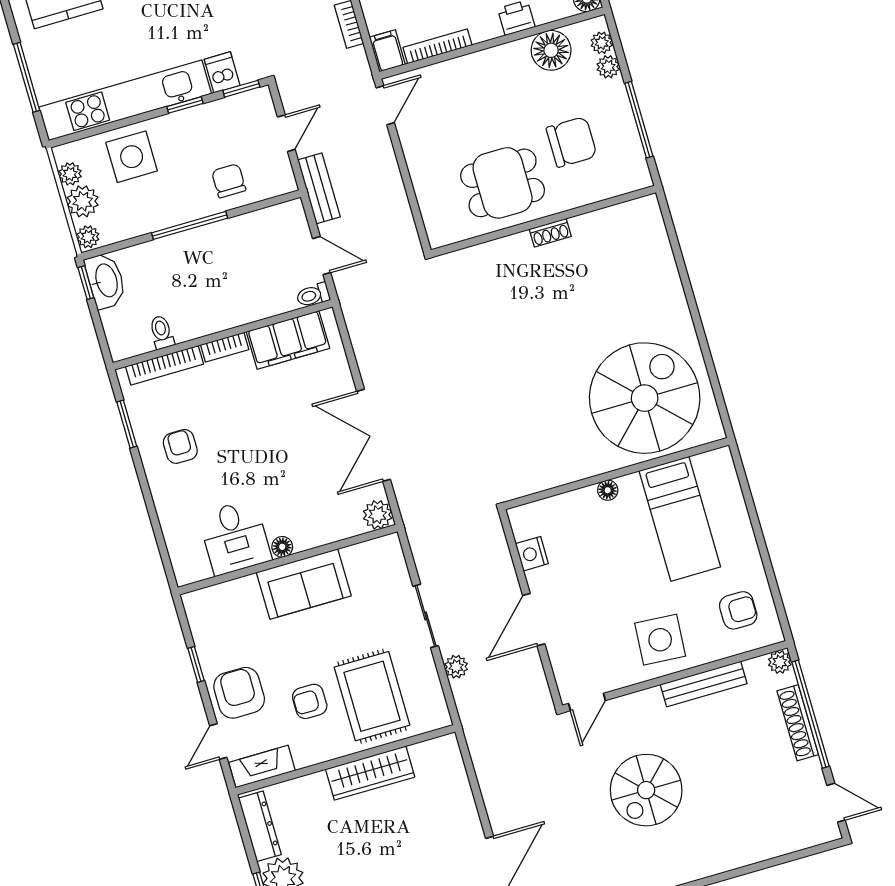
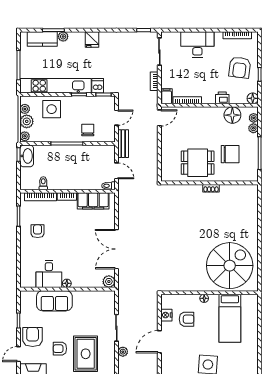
sofa: (304, 584) -> (54, 301), moved
armchair: (738, 610) -> (187, 319), moved

